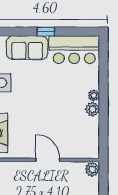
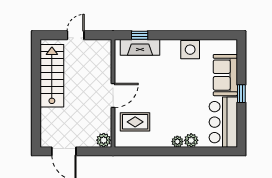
plant: (92, 109) -> (191, 140), moved
rug: (74, 138) -> (135, 122), added

